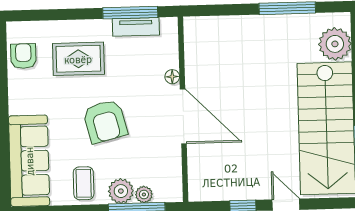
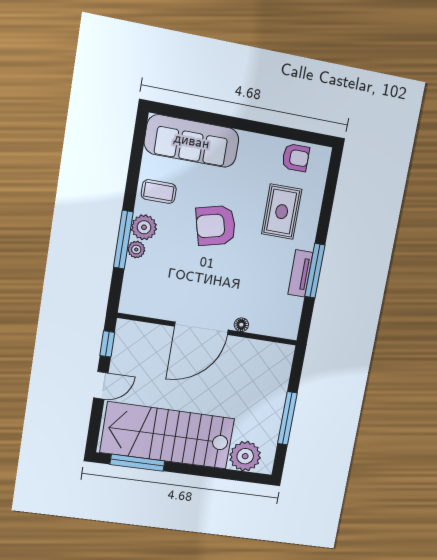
floor lamp: (172, 77) -> (241, 325), moved
wall: (183, 109) -> (208, 329), moved
door: (183, 116) -> (201, 328), moved

